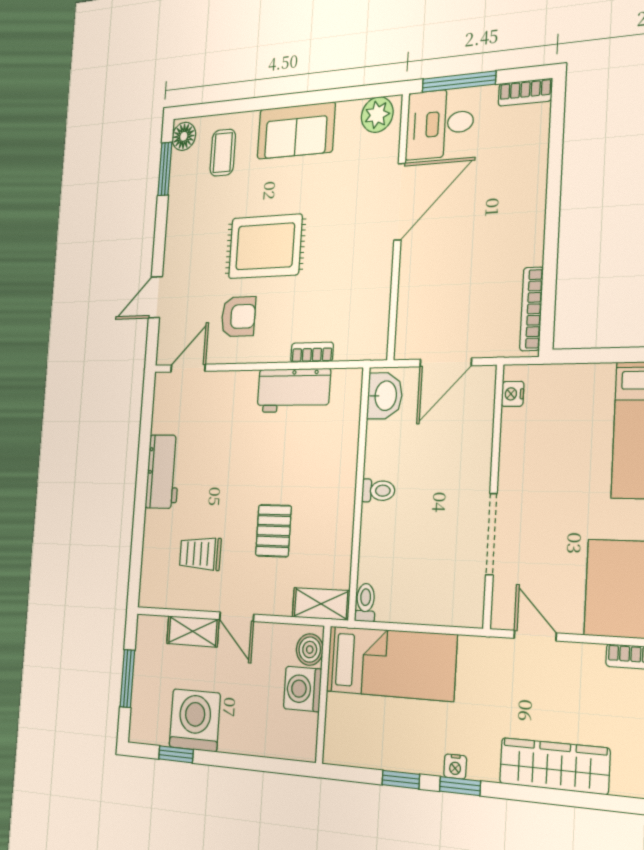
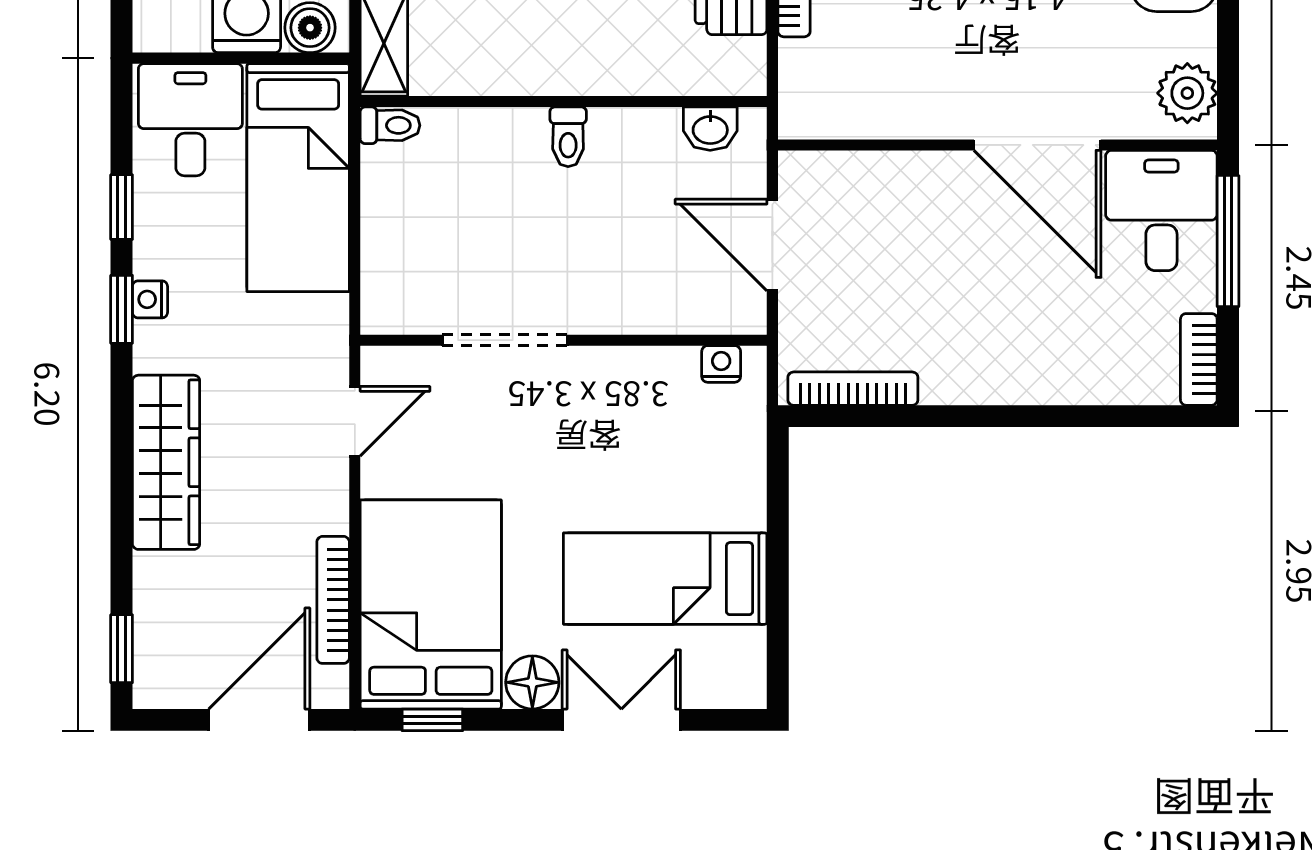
washbasin: (385, 396) -> (710, 129), width x0.72, depth x0.69
desk: (355, 730) -> (190, 120), added

